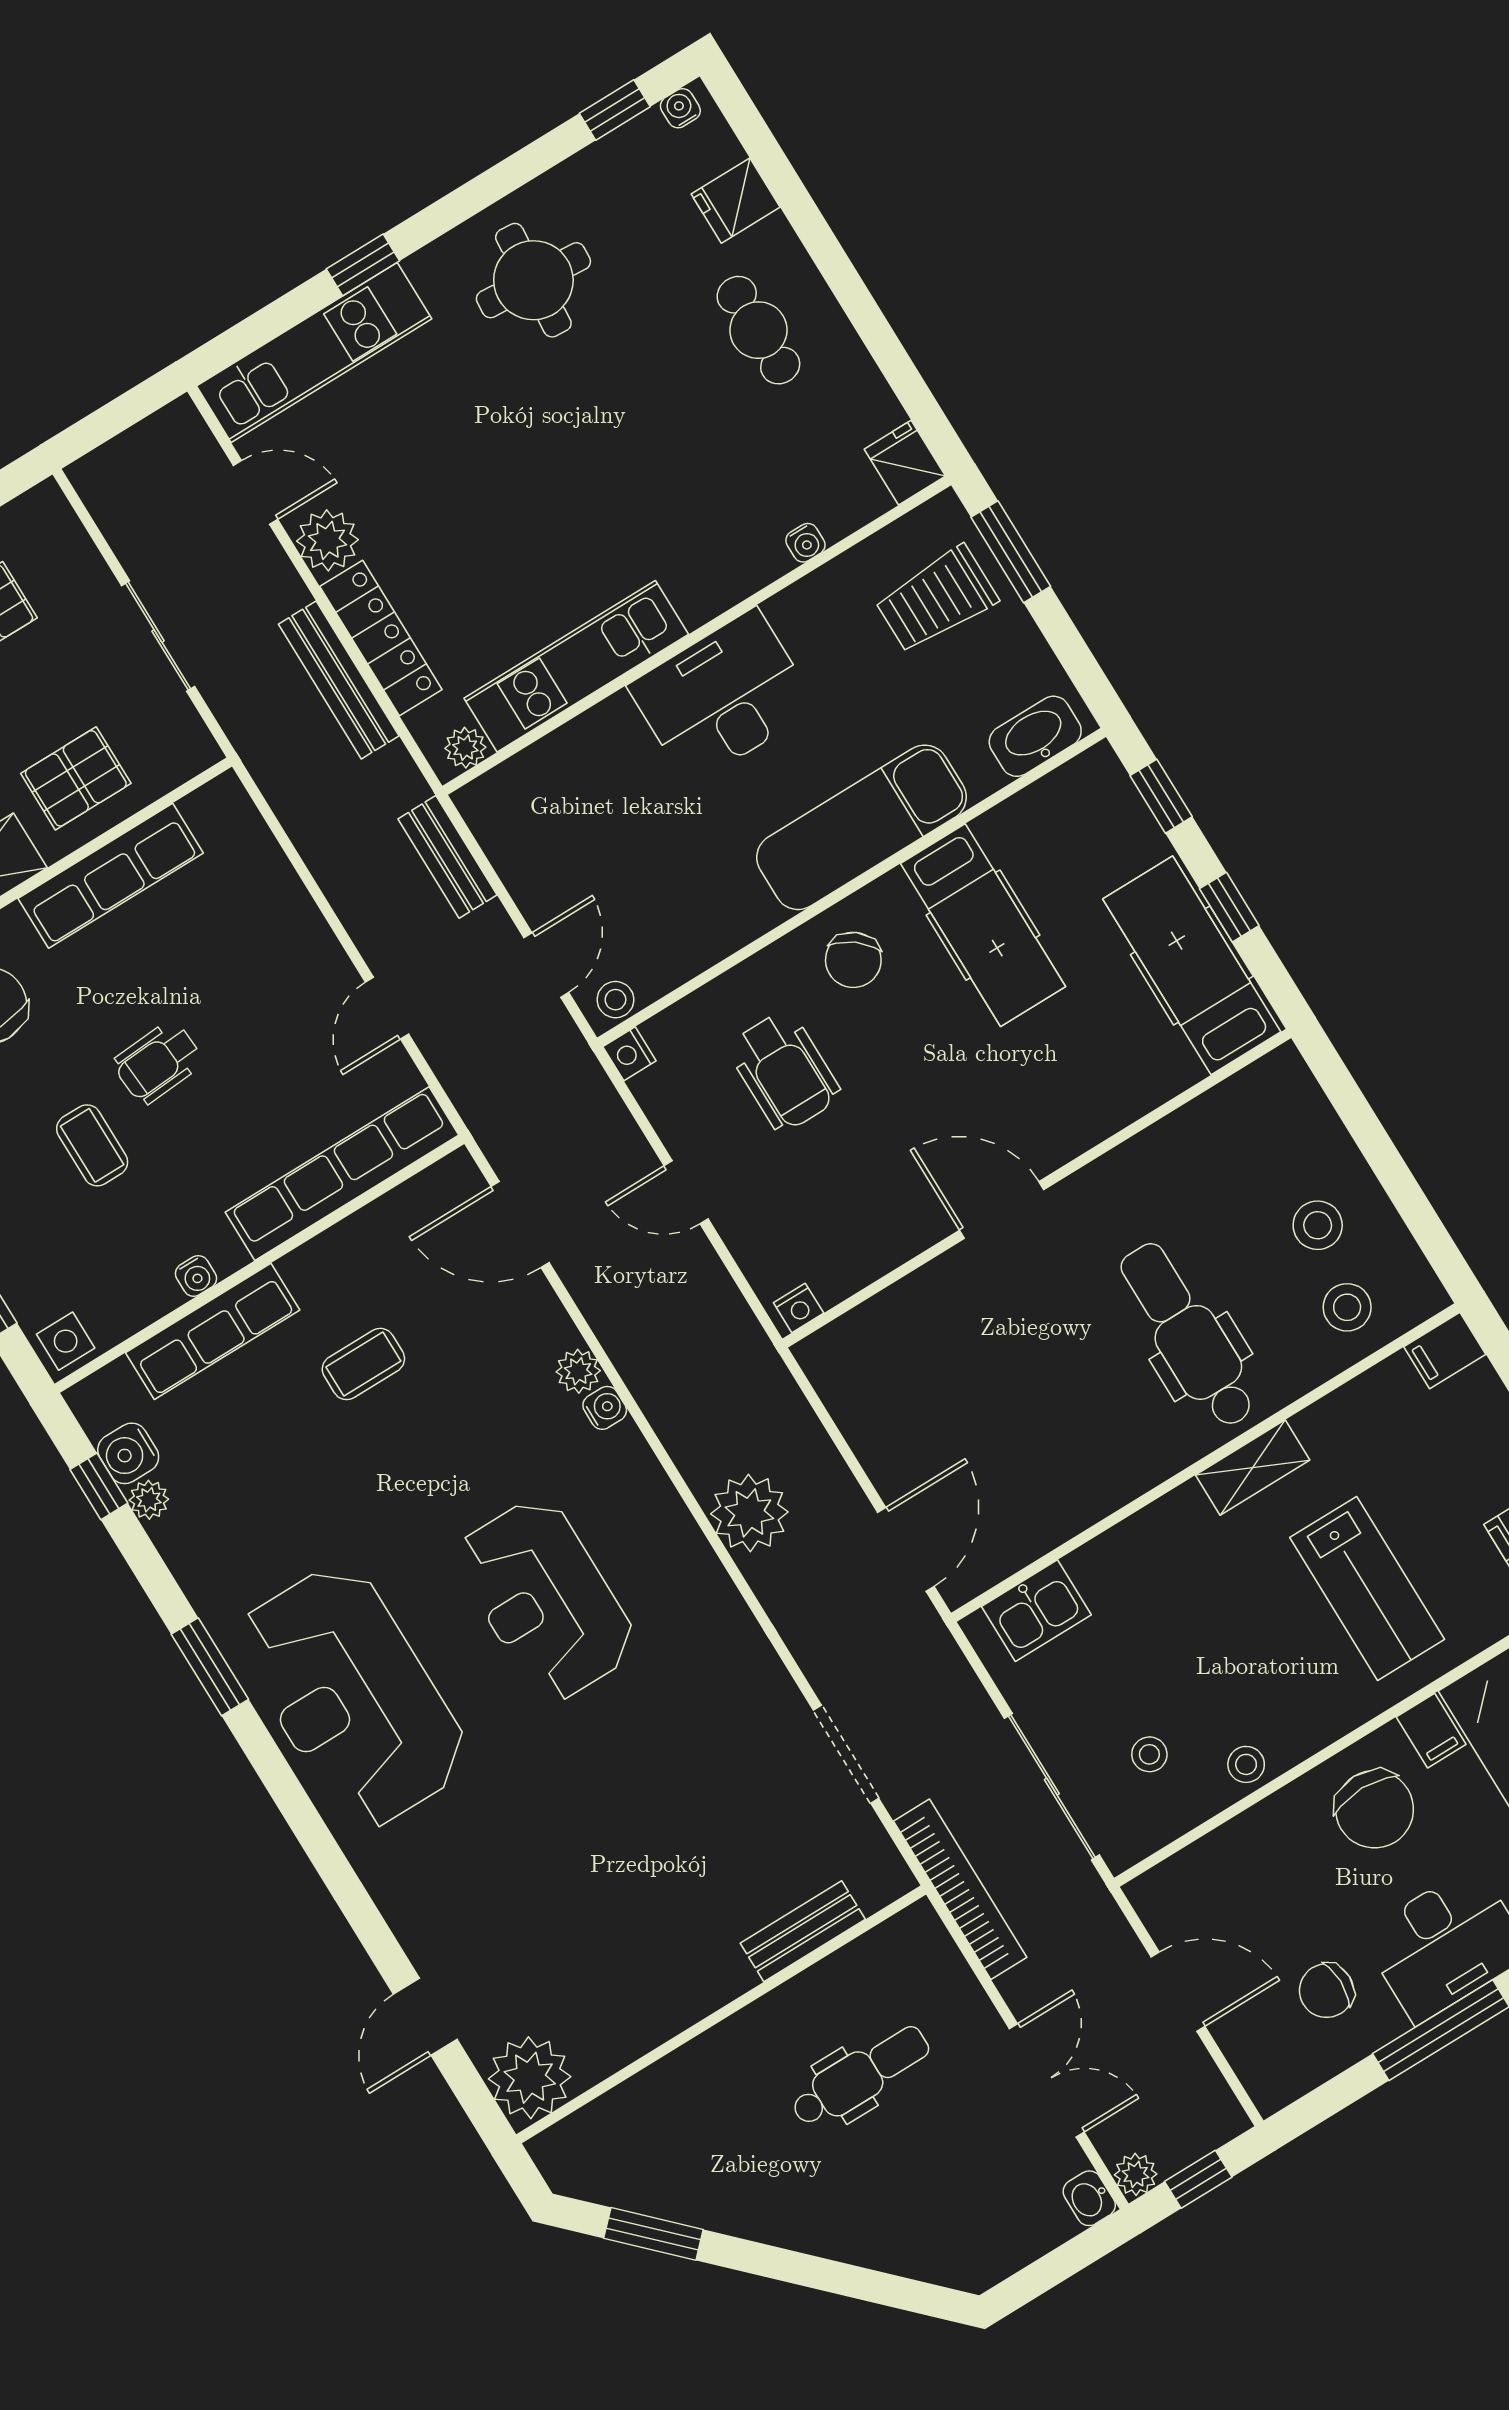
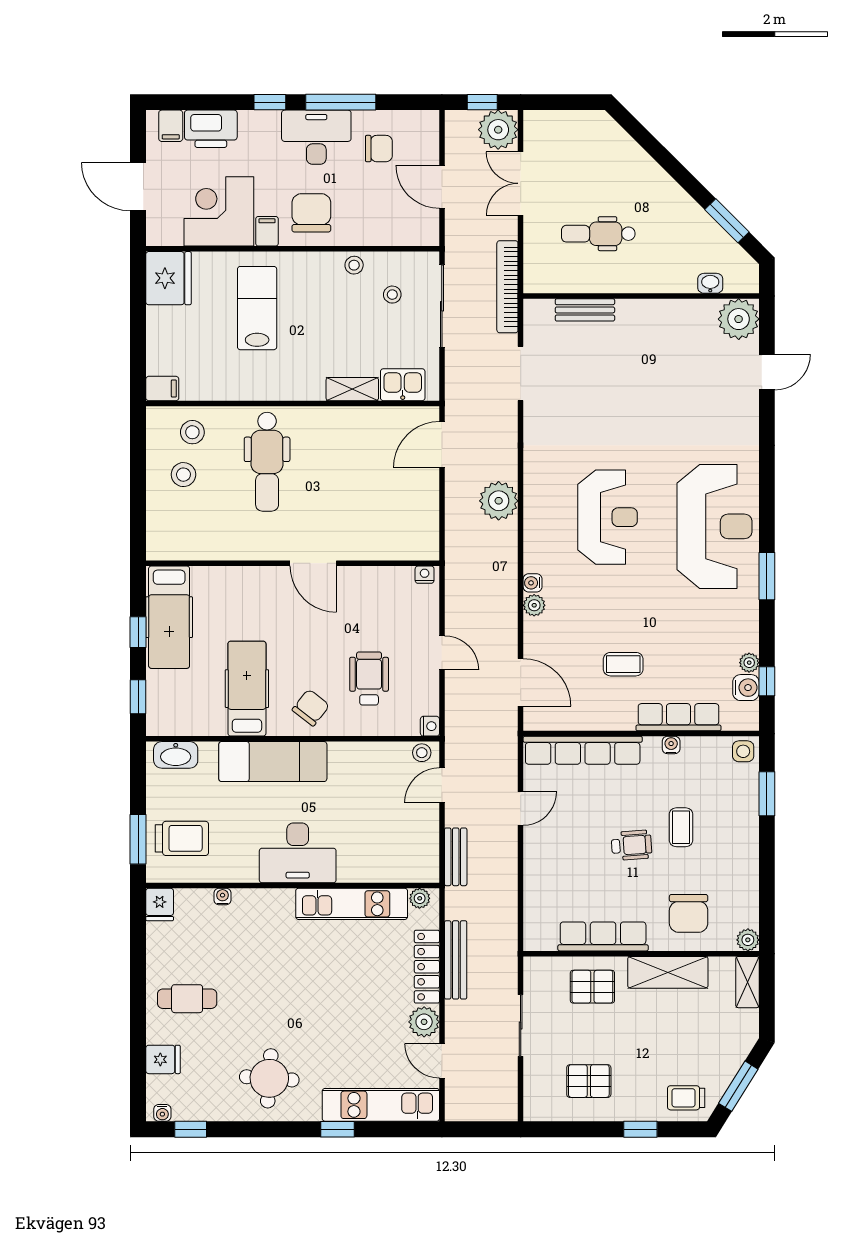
cafe table: (758, 330) -> (187, 999), turned 90
shelving: (1253, 1467) -> (352, 389), moved
plant: (1136, 2174) -> (498, 130), width x1.87, depth x1.87
washbasin: (1089, 2198) -> (710, 283), moved, turned -90

